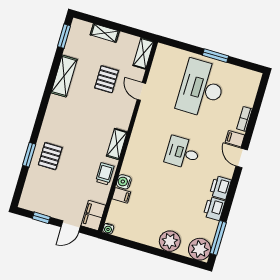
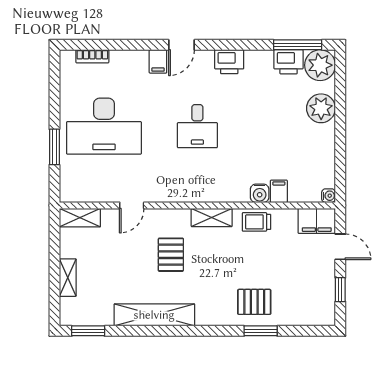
window: (216, 56) -> (54, 147), moved
shelving: (64, 76) -> (154, 315), width x1.47
pallet: (107, 79) -> (171, 255), moved, turned 90
bookcase: (245, 119) -> (92, 56), moved
printer: (214, 209) -> (289, 62), moved

